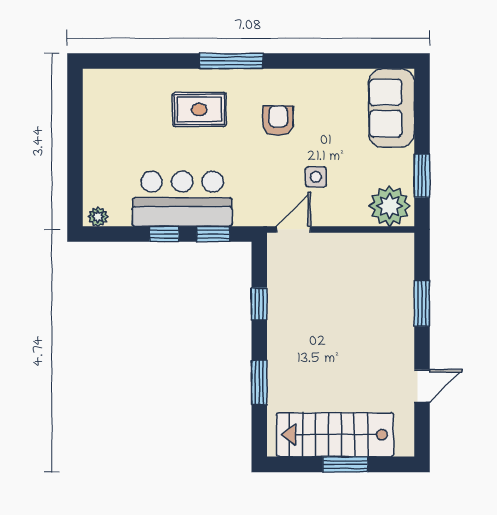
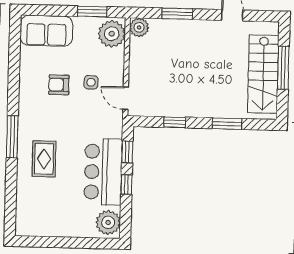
armchair: (278, 121) -> (59, 85), moved
plant: (98, 217) -> (108, 222), width x1.88, depth x1.88
plant: (400, 247) -> (139, 27), added
window: (345, 464) -> (283, 68), width x1.44

